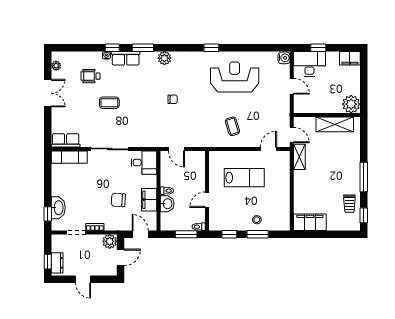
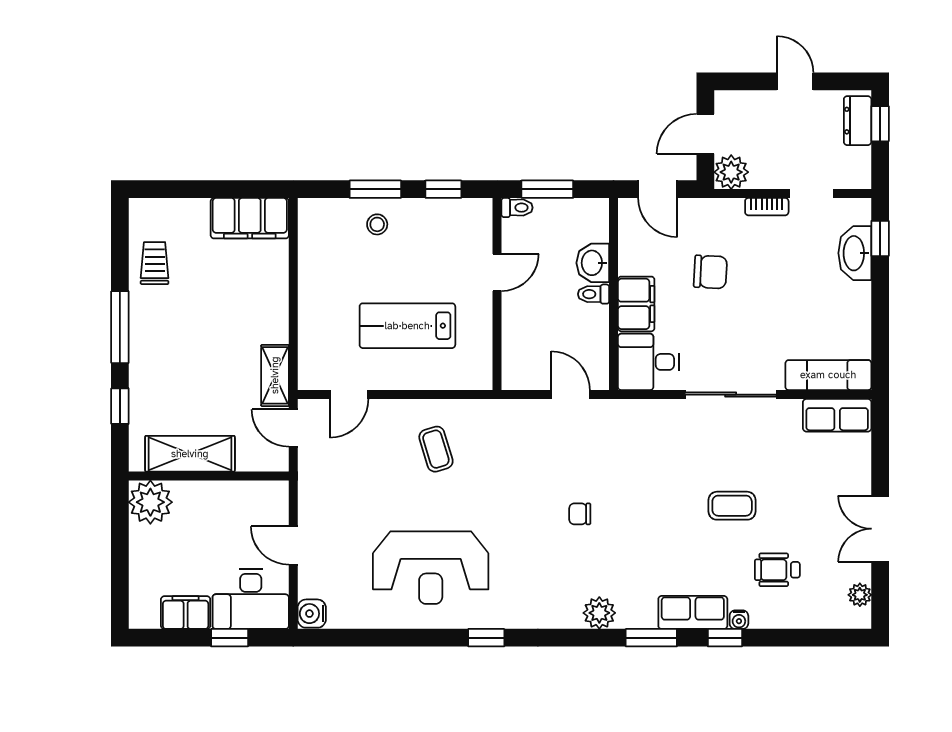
filing cabinet: (350, 58) -> (186, 613), moved
wheelchair: (90, 76) -> (777, 570), turned 180
filing cabinet: (149, 200) -> (636, 304), moved
window: (364, 215) -> (120, 406), moved

